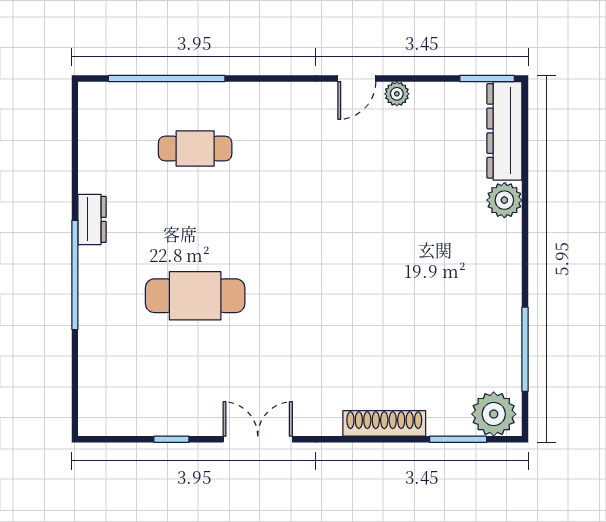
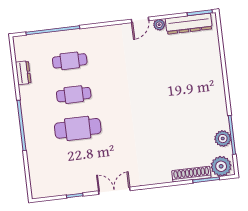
dresser: (504, 131) -> (189, 24), moved, turned -90
plant: (504, 200) -> (223, 139), moved
dresser: (92, 219) -> (23, 73), moved
cafe table: (195, 222) -> (74, 95), added
shoe rack: (384, 423) -> (191, 174), moved

